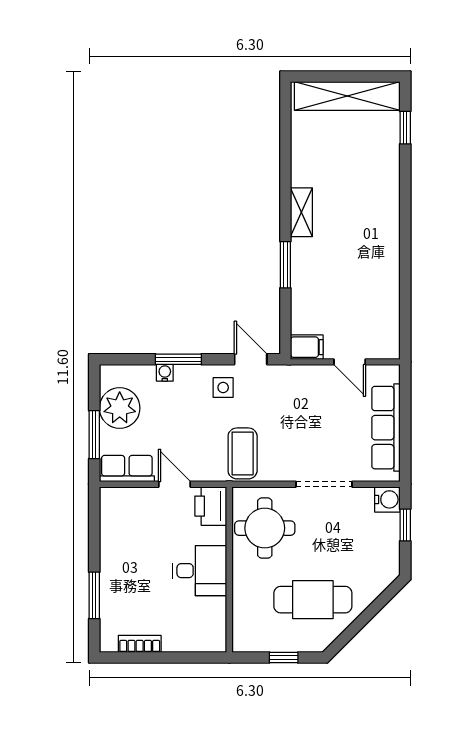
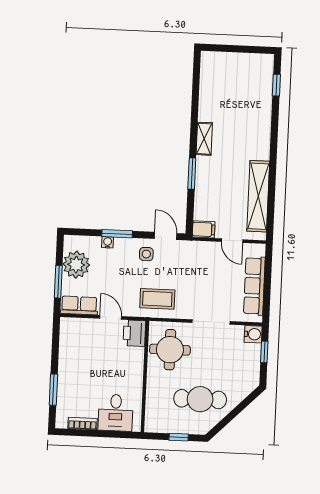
shelving: (347, 96) -> (258, 196), moved, turned 90
coffee table: (243, 453) -> (157, 299), turned 90
desk: (200, 571) -> (116, 413), moved, turned 90

